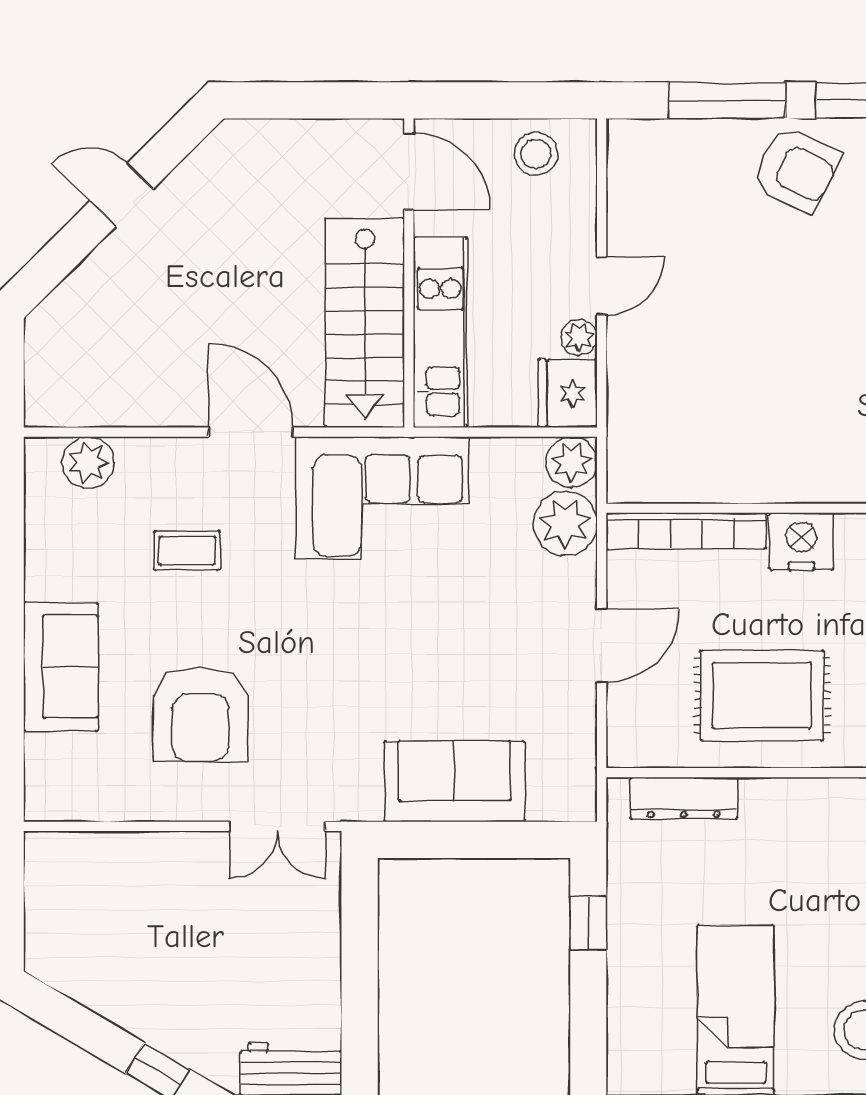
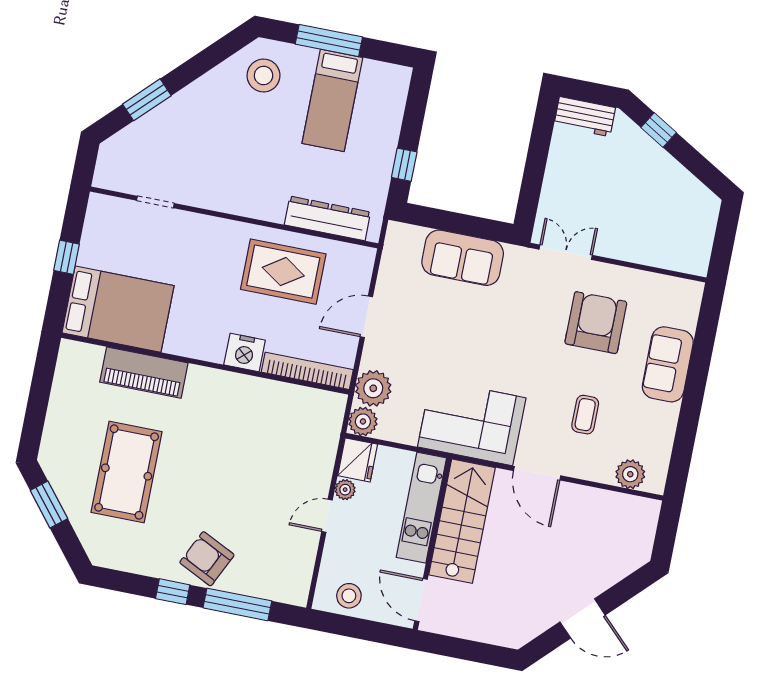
door: (122, 195) -> (583, 618), width x1.38
coffee table: (187, 551) -> (585, 415), turned 90
dresser: (684, 798) -> (327, 218), width x1.37, depth x1.24

